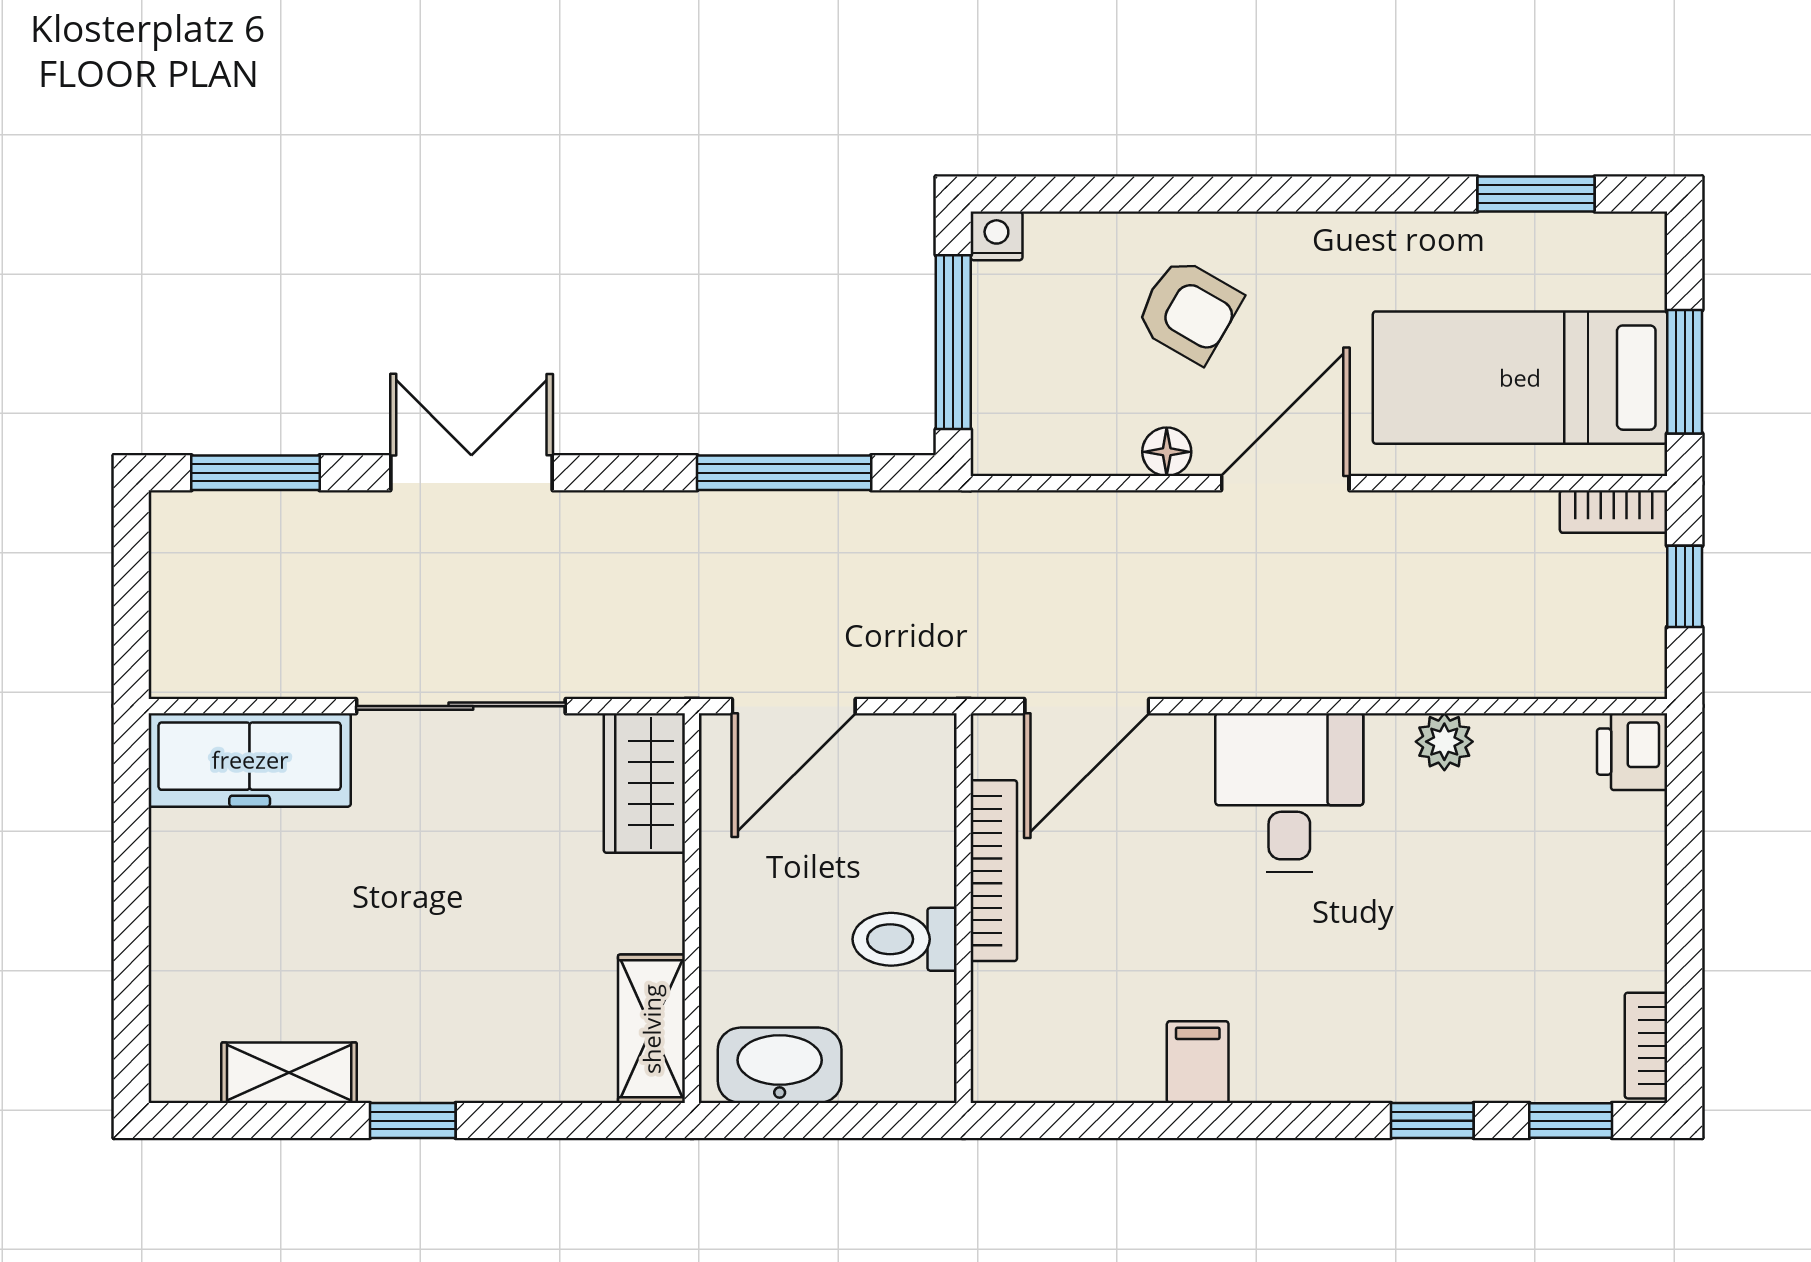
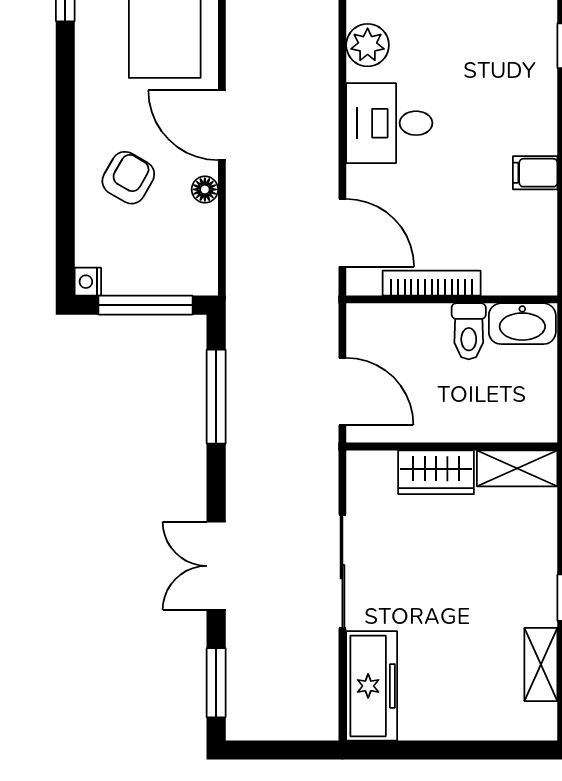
plant: (1444, 742) -> (368, 45), width x1.38, depth x1.38
wardrobe: (644, 783) -> (436, 472), moved
washbasin: (780, 1065) -> (522, 324), moved, turned -90

